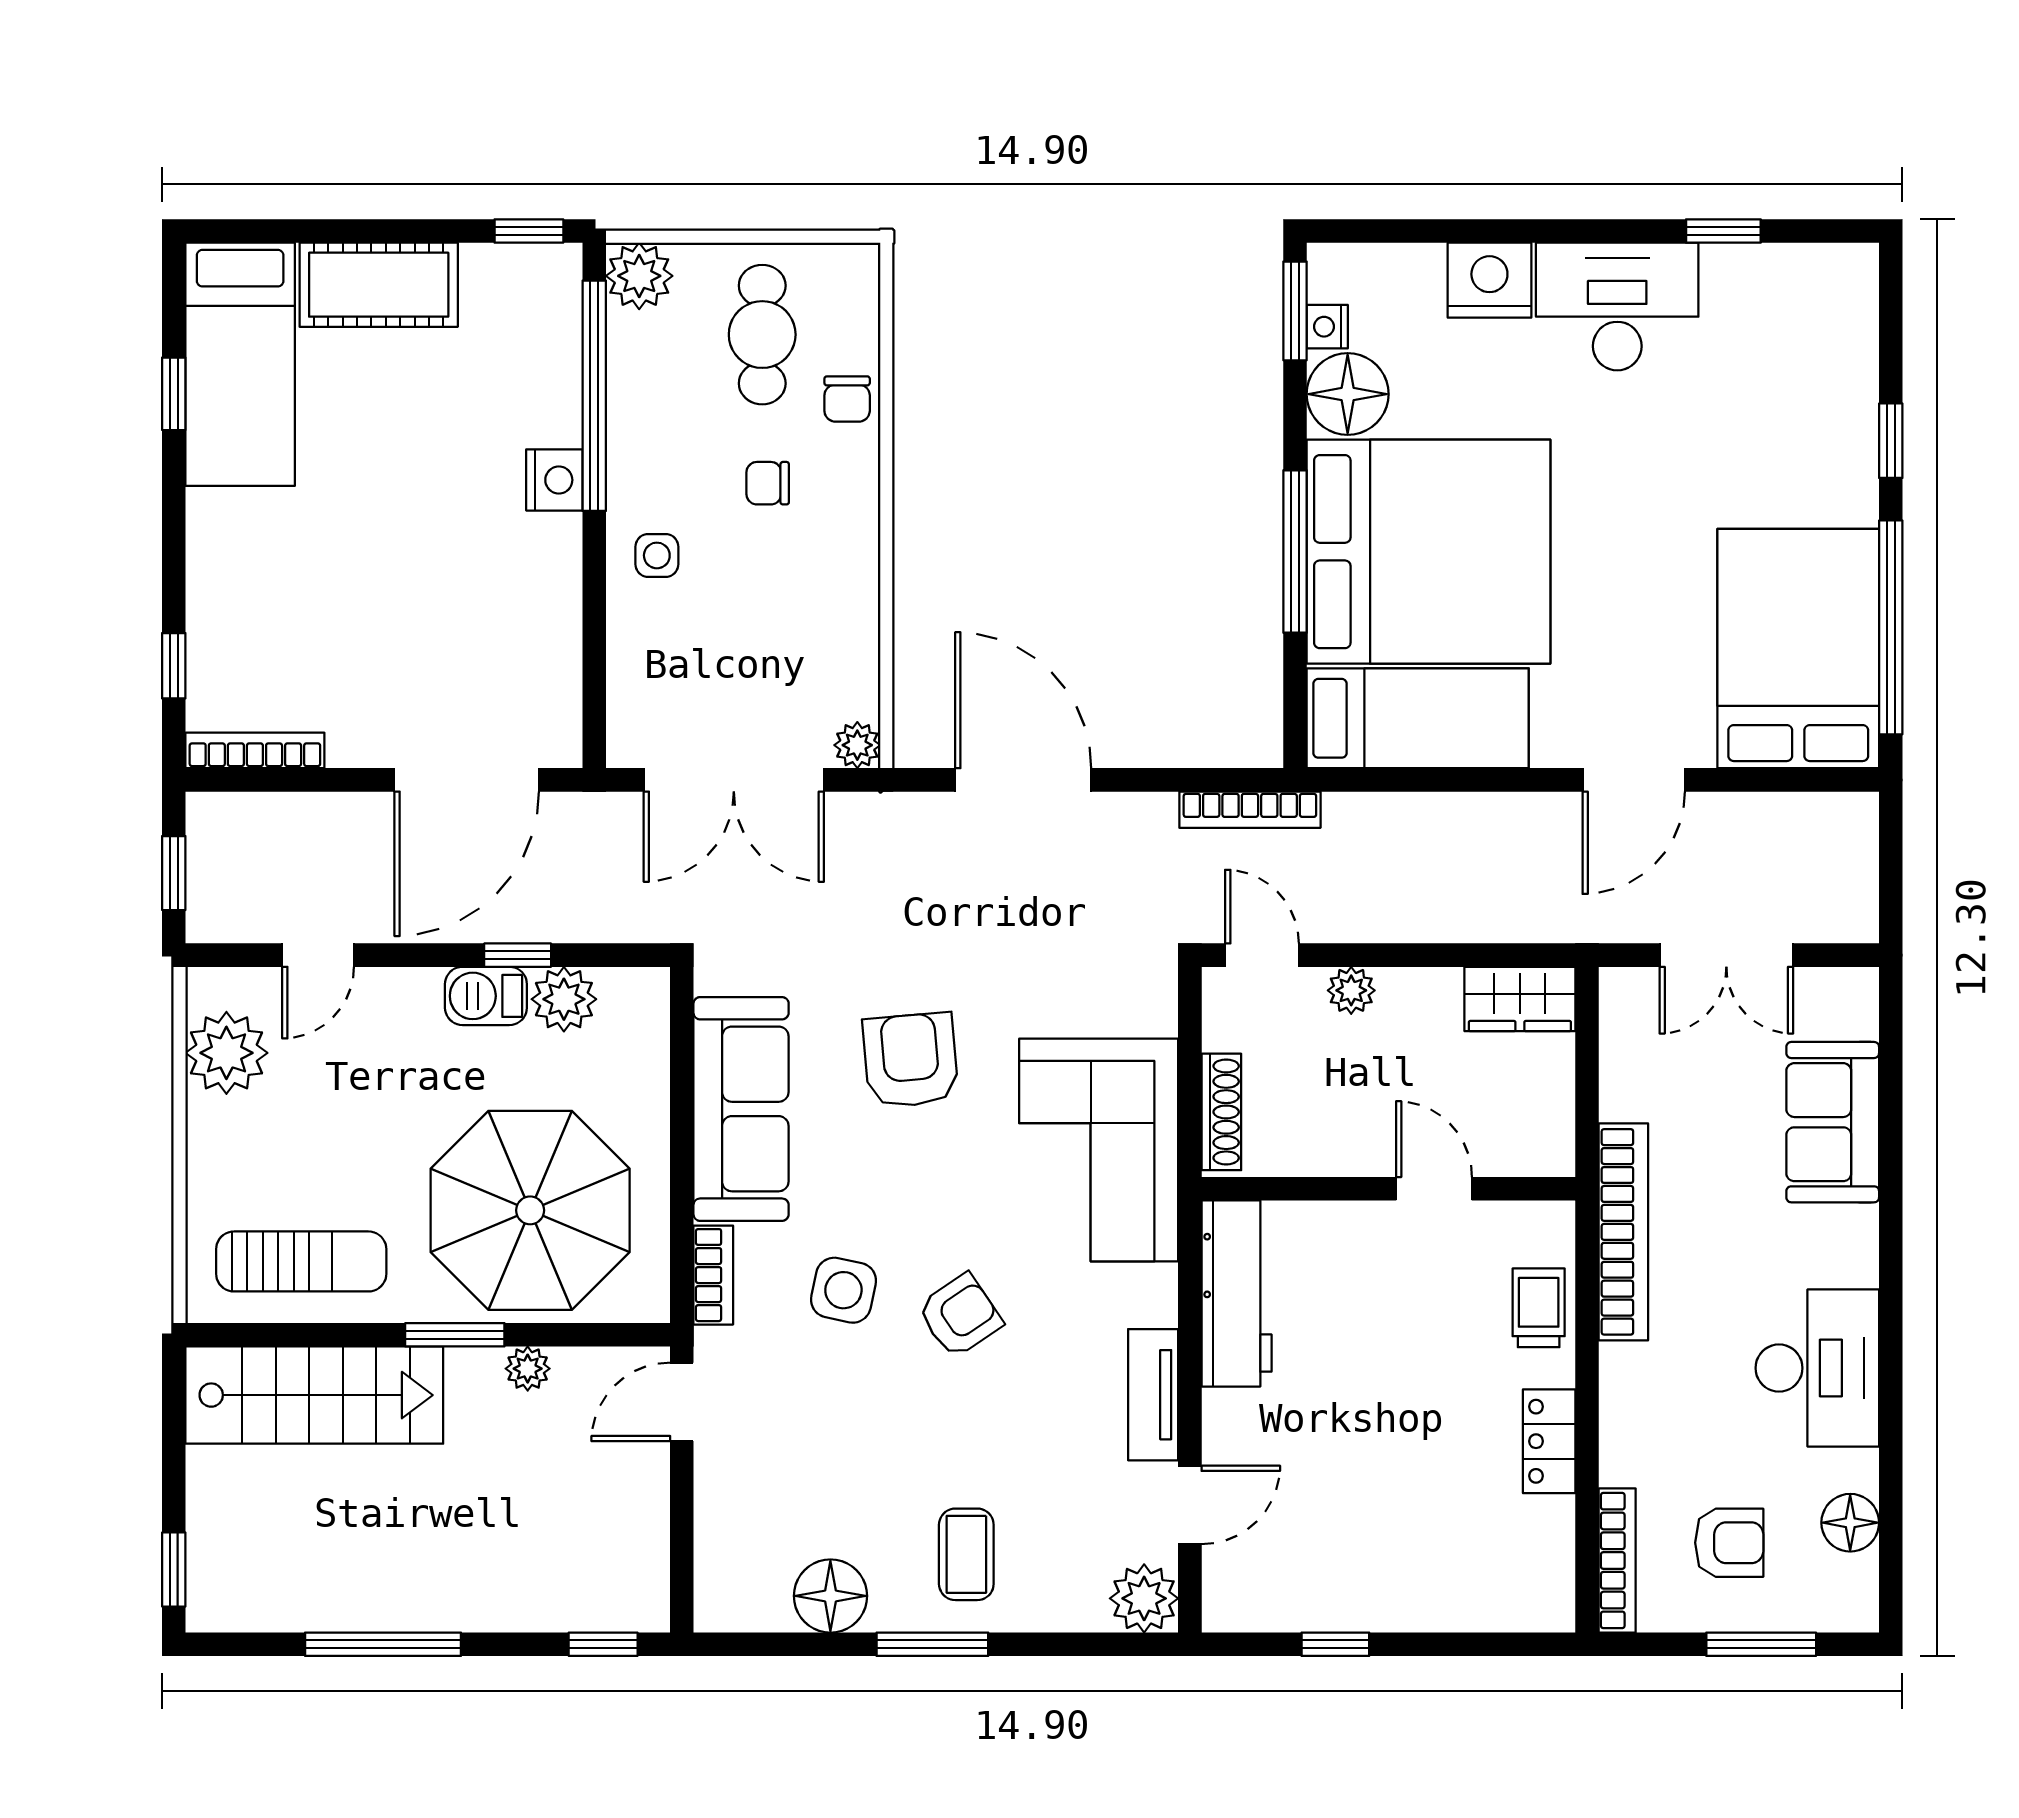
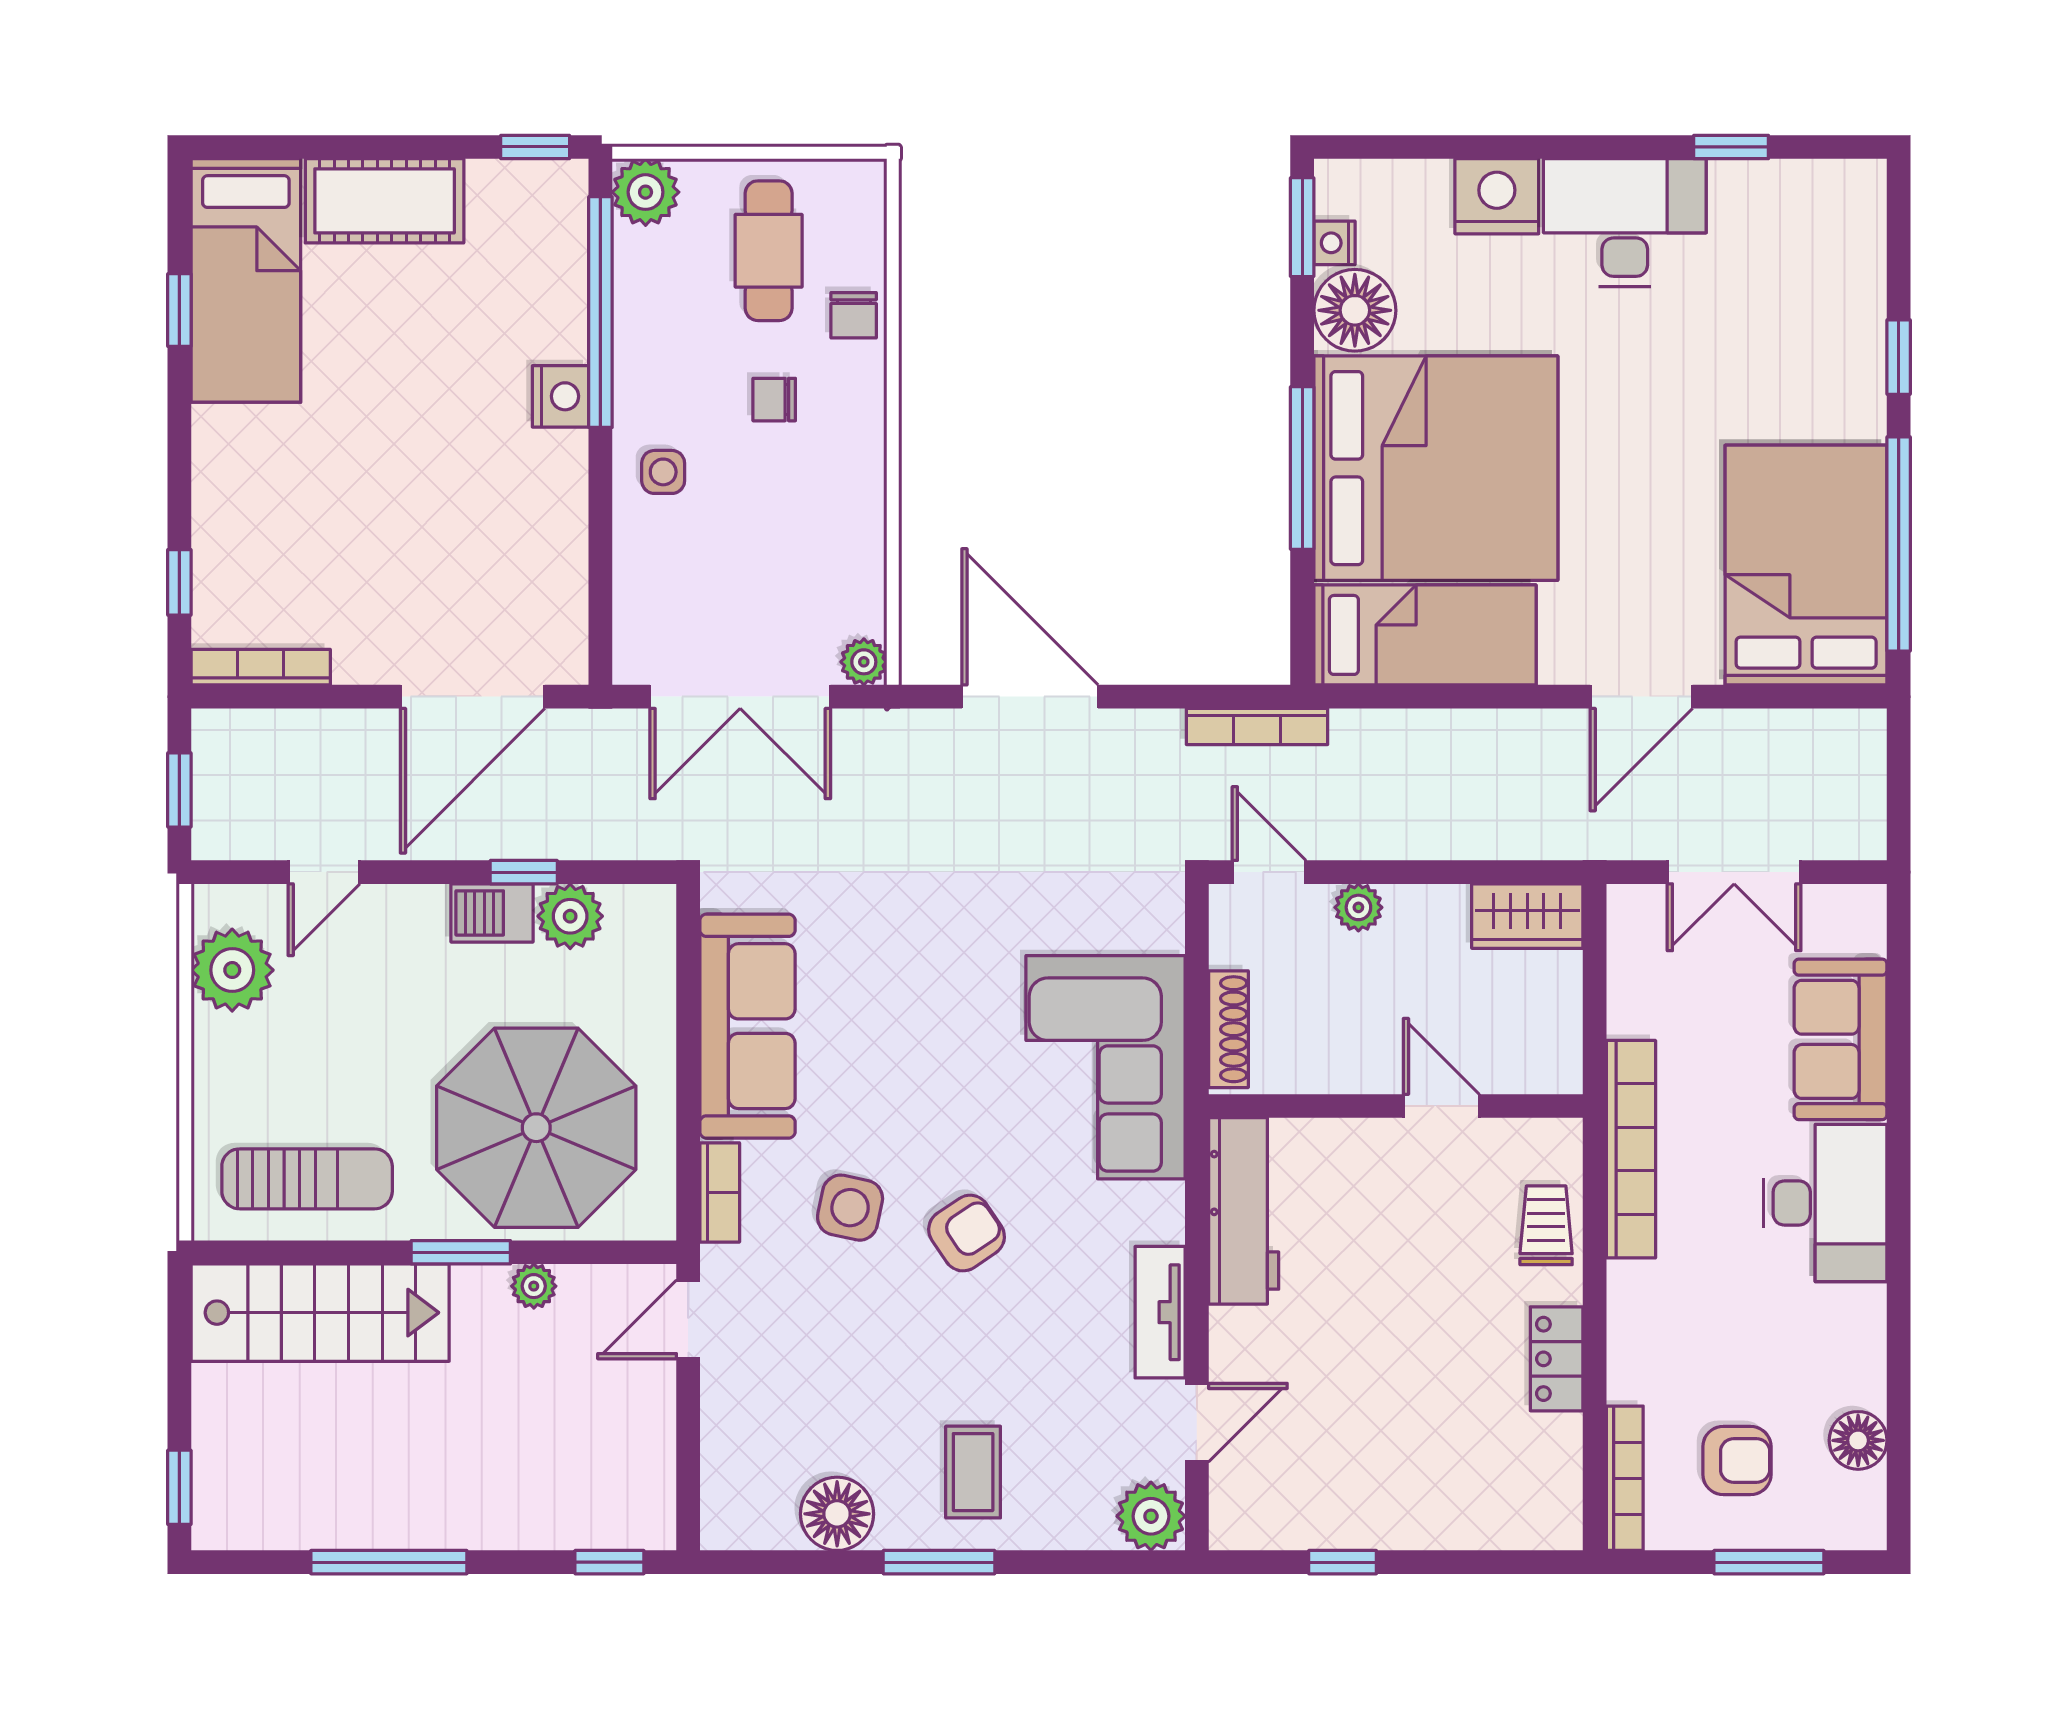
armchair: (911, 1060) -> (917, 977), removed
desk: (1817, 1368) -> (1825, 1203), moved

